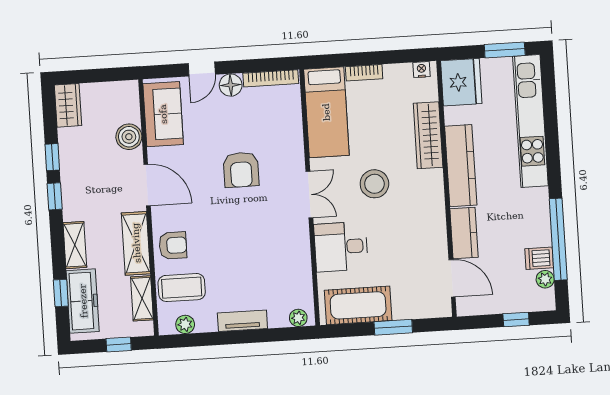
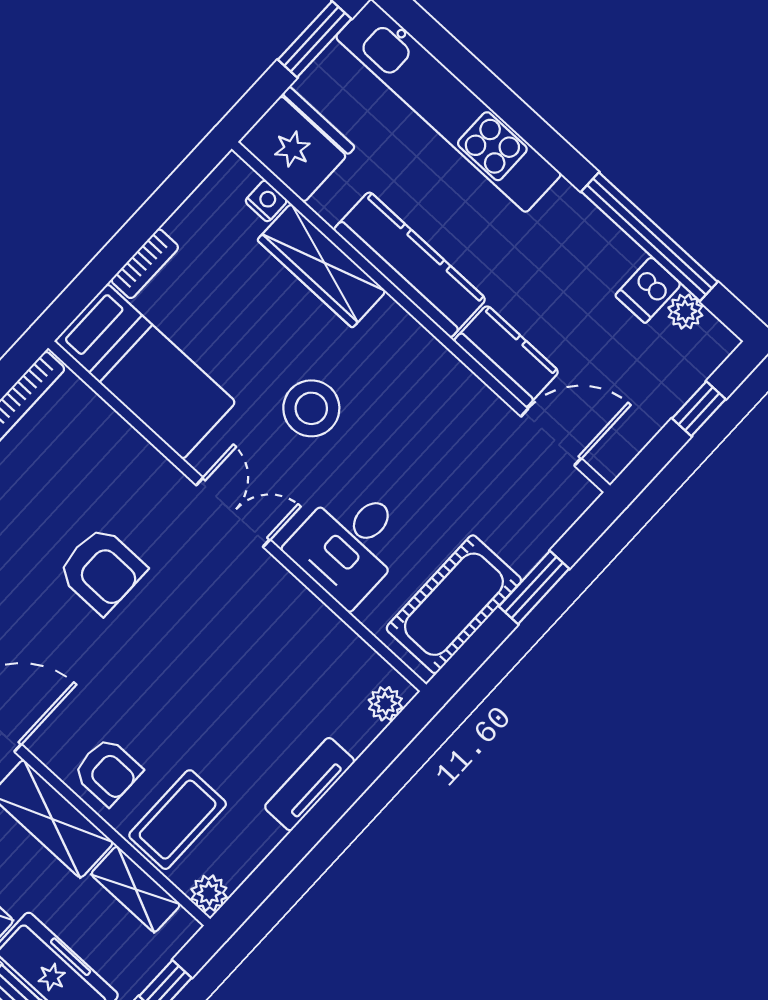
nightstand: (421, 70) -> (266, 201), moved, turned 90
armchair: (173, 245) -> (108, 771), turned 90
plant: (185, 324) -> (209, 893), moved

